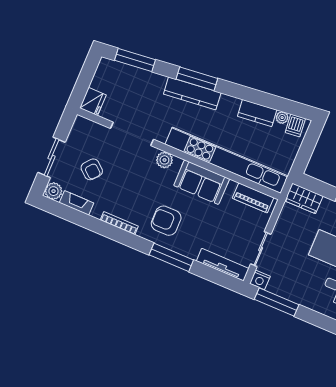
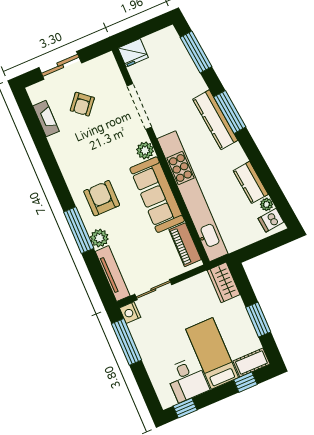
sofa: (202, 182) -> (157, 195), width x1.36
plant: (53, 191) -> (99, 238), moved
bookcase: (119, 223) -> (64, 166), removed

